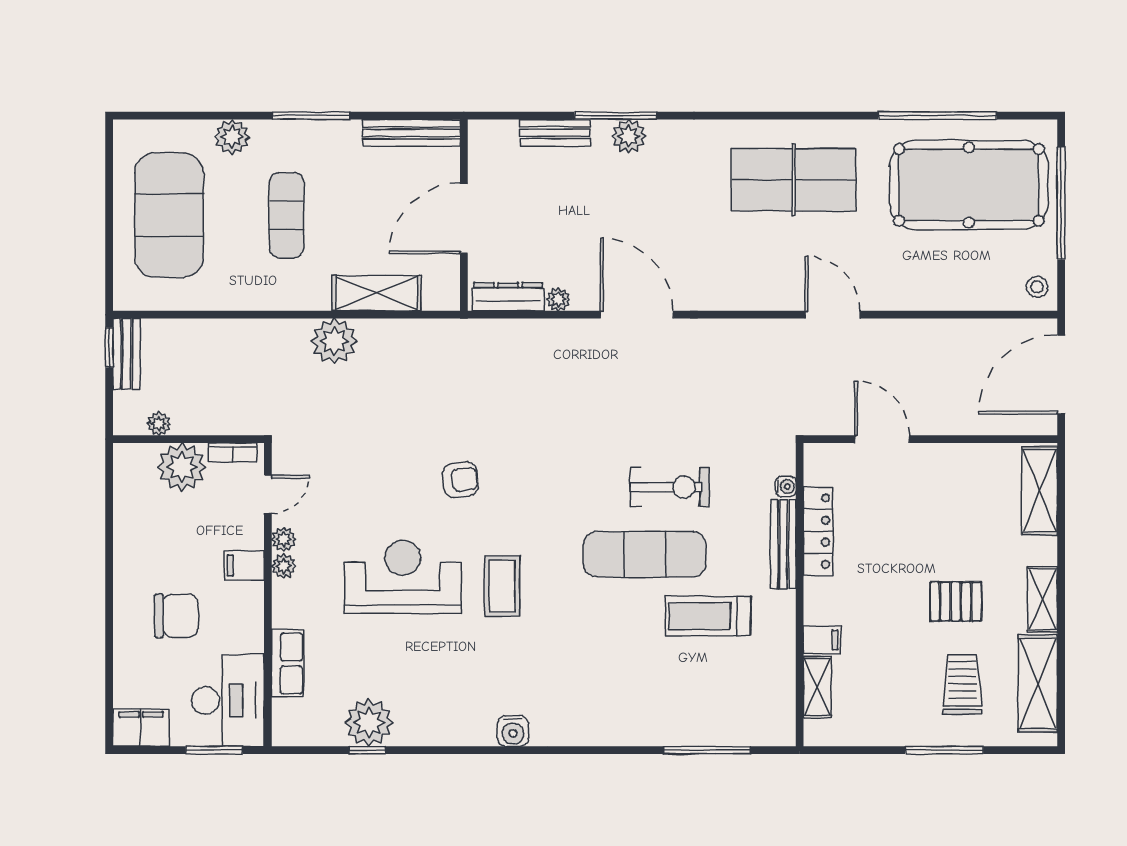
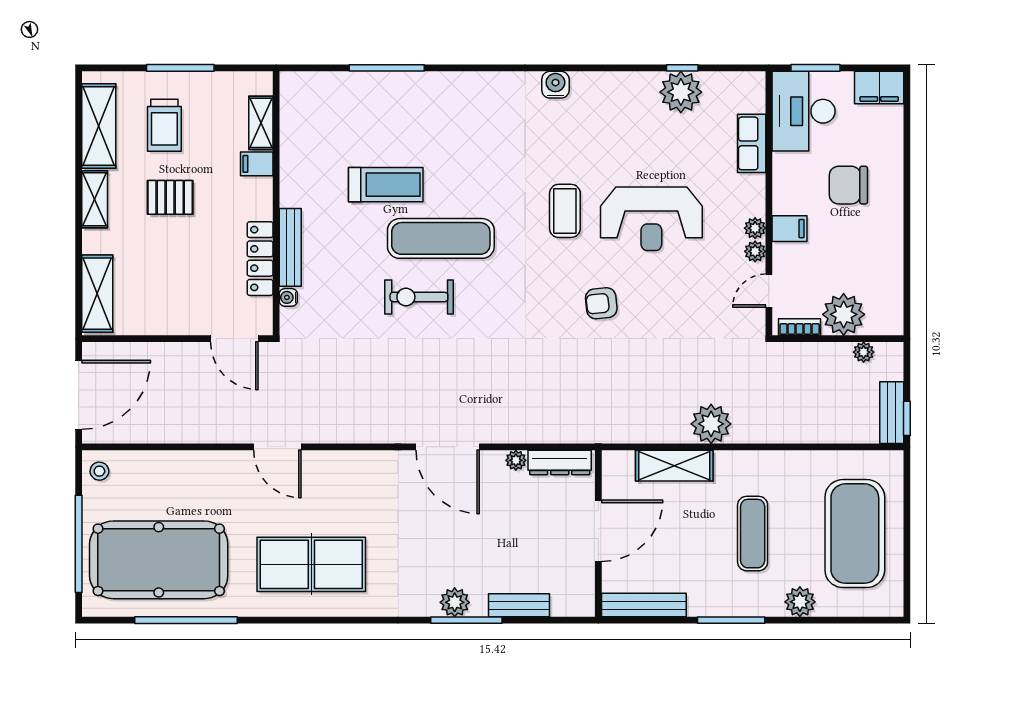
water cooler: (786, 487) -> (288, 297), moved
locker: (818, 531) -> (260, 259), moved
bench: (783, 544) -> (290, 247), moved
wall: (800, 595) -> (276, 203), moved
filing cabinet: (822, 640) -> (257, 164), moved
shelving: (817, 687) -> (261, 123), moved

